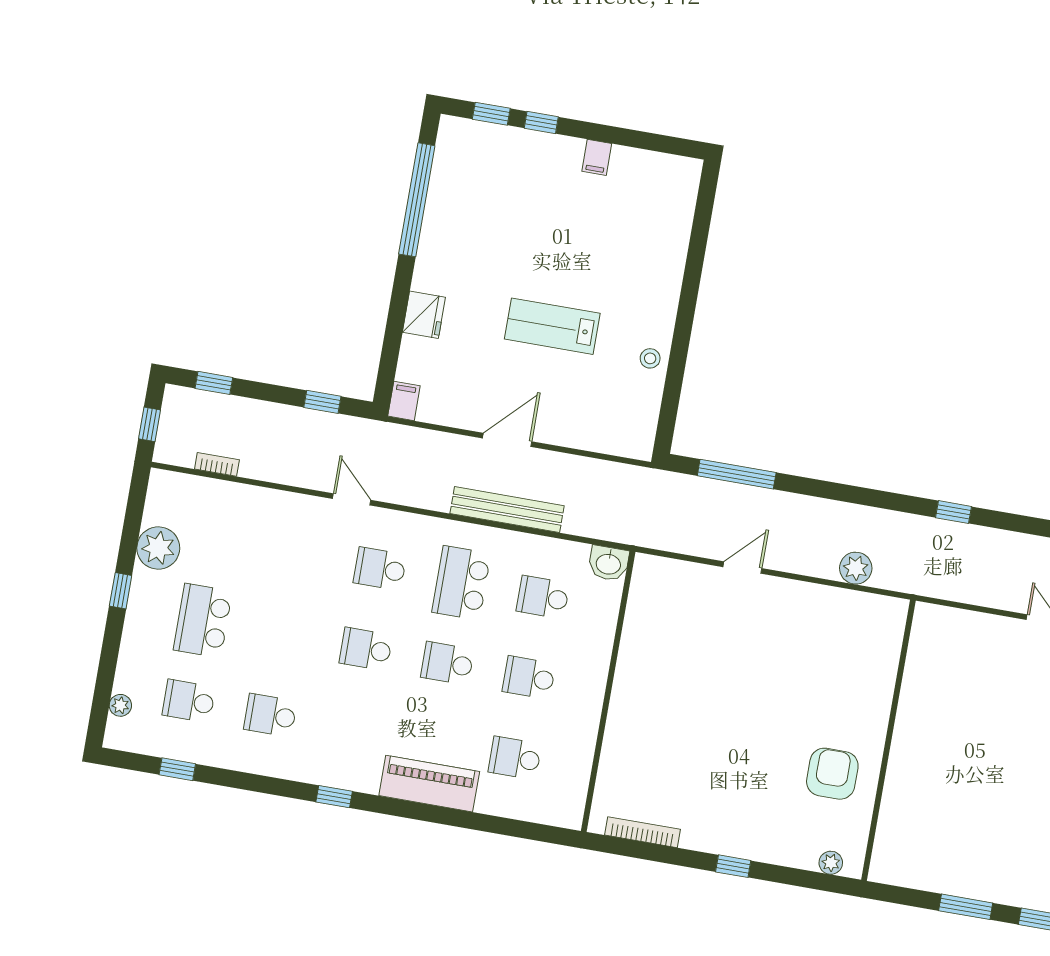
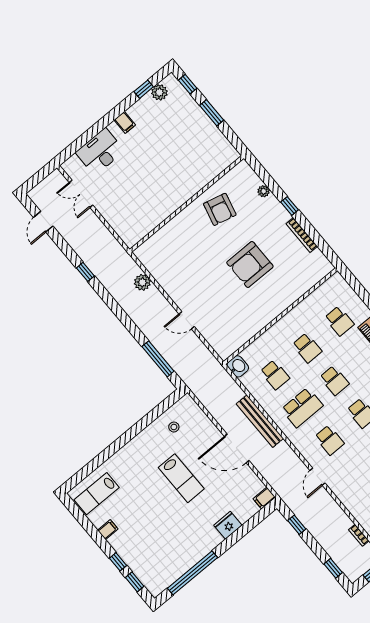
lab bench: (658, 197) -> (97, 494), added
stool: (650, 358) -> (174, 427), moved
door: (507, 440) -> (237, 449), width x1.36
armchair: (718, 730) -> (250, 265), added
armchair: (832, 774) -> (220, 209), turned -76
bookcase: (642, 832) -> (302, 235), moved
plant: (831, 863) -> (264, 191), moved

